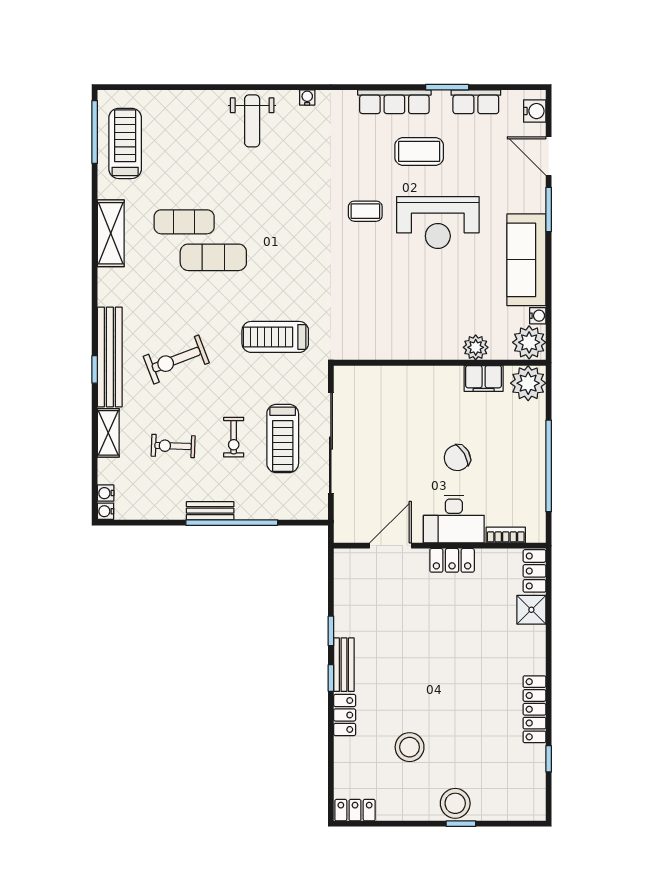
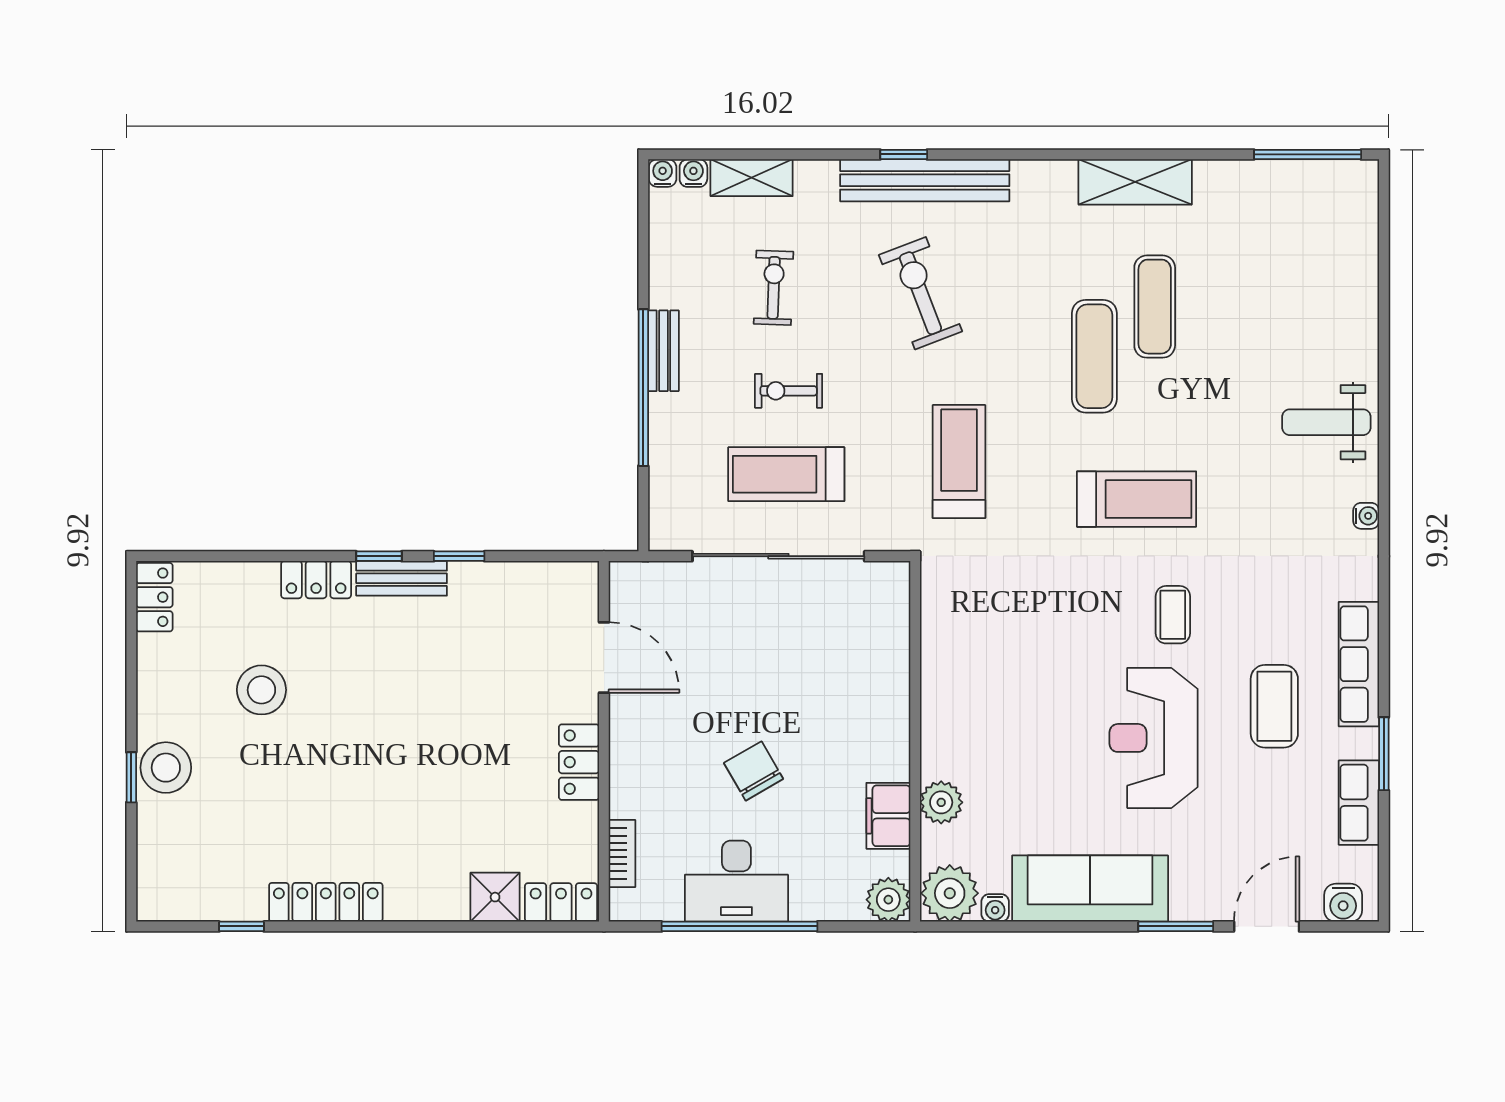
treadmill: (125, 143) -> (1137, 499), moved
plant: (528, 383) -> (888, 900), width x0.73, depth x0.73
shelving: (108, 433) -> (752, 178), moved
desk: (454, 519) -> (736, 881), moved, turned -90

